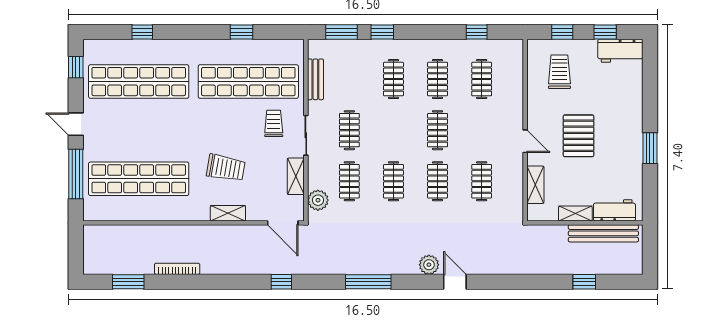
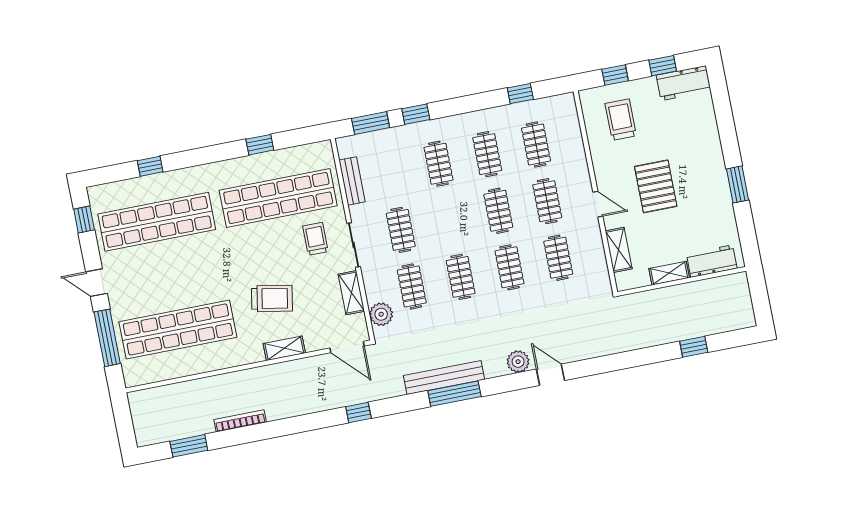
clothes rail: (482, 130) -> (547, 201), added
bench: (603, 233) -> (444, 378), moved

